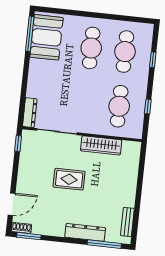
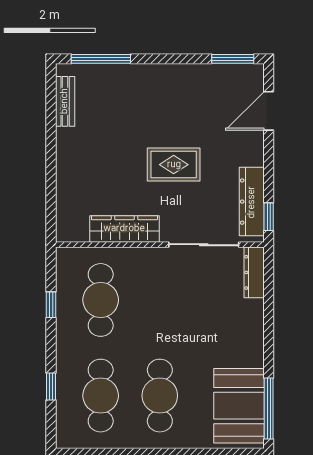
shoe rack: (21, 228) -> (247, 72), removed
dresser: (85, 232) -> (252, 202), moved, turned 90

